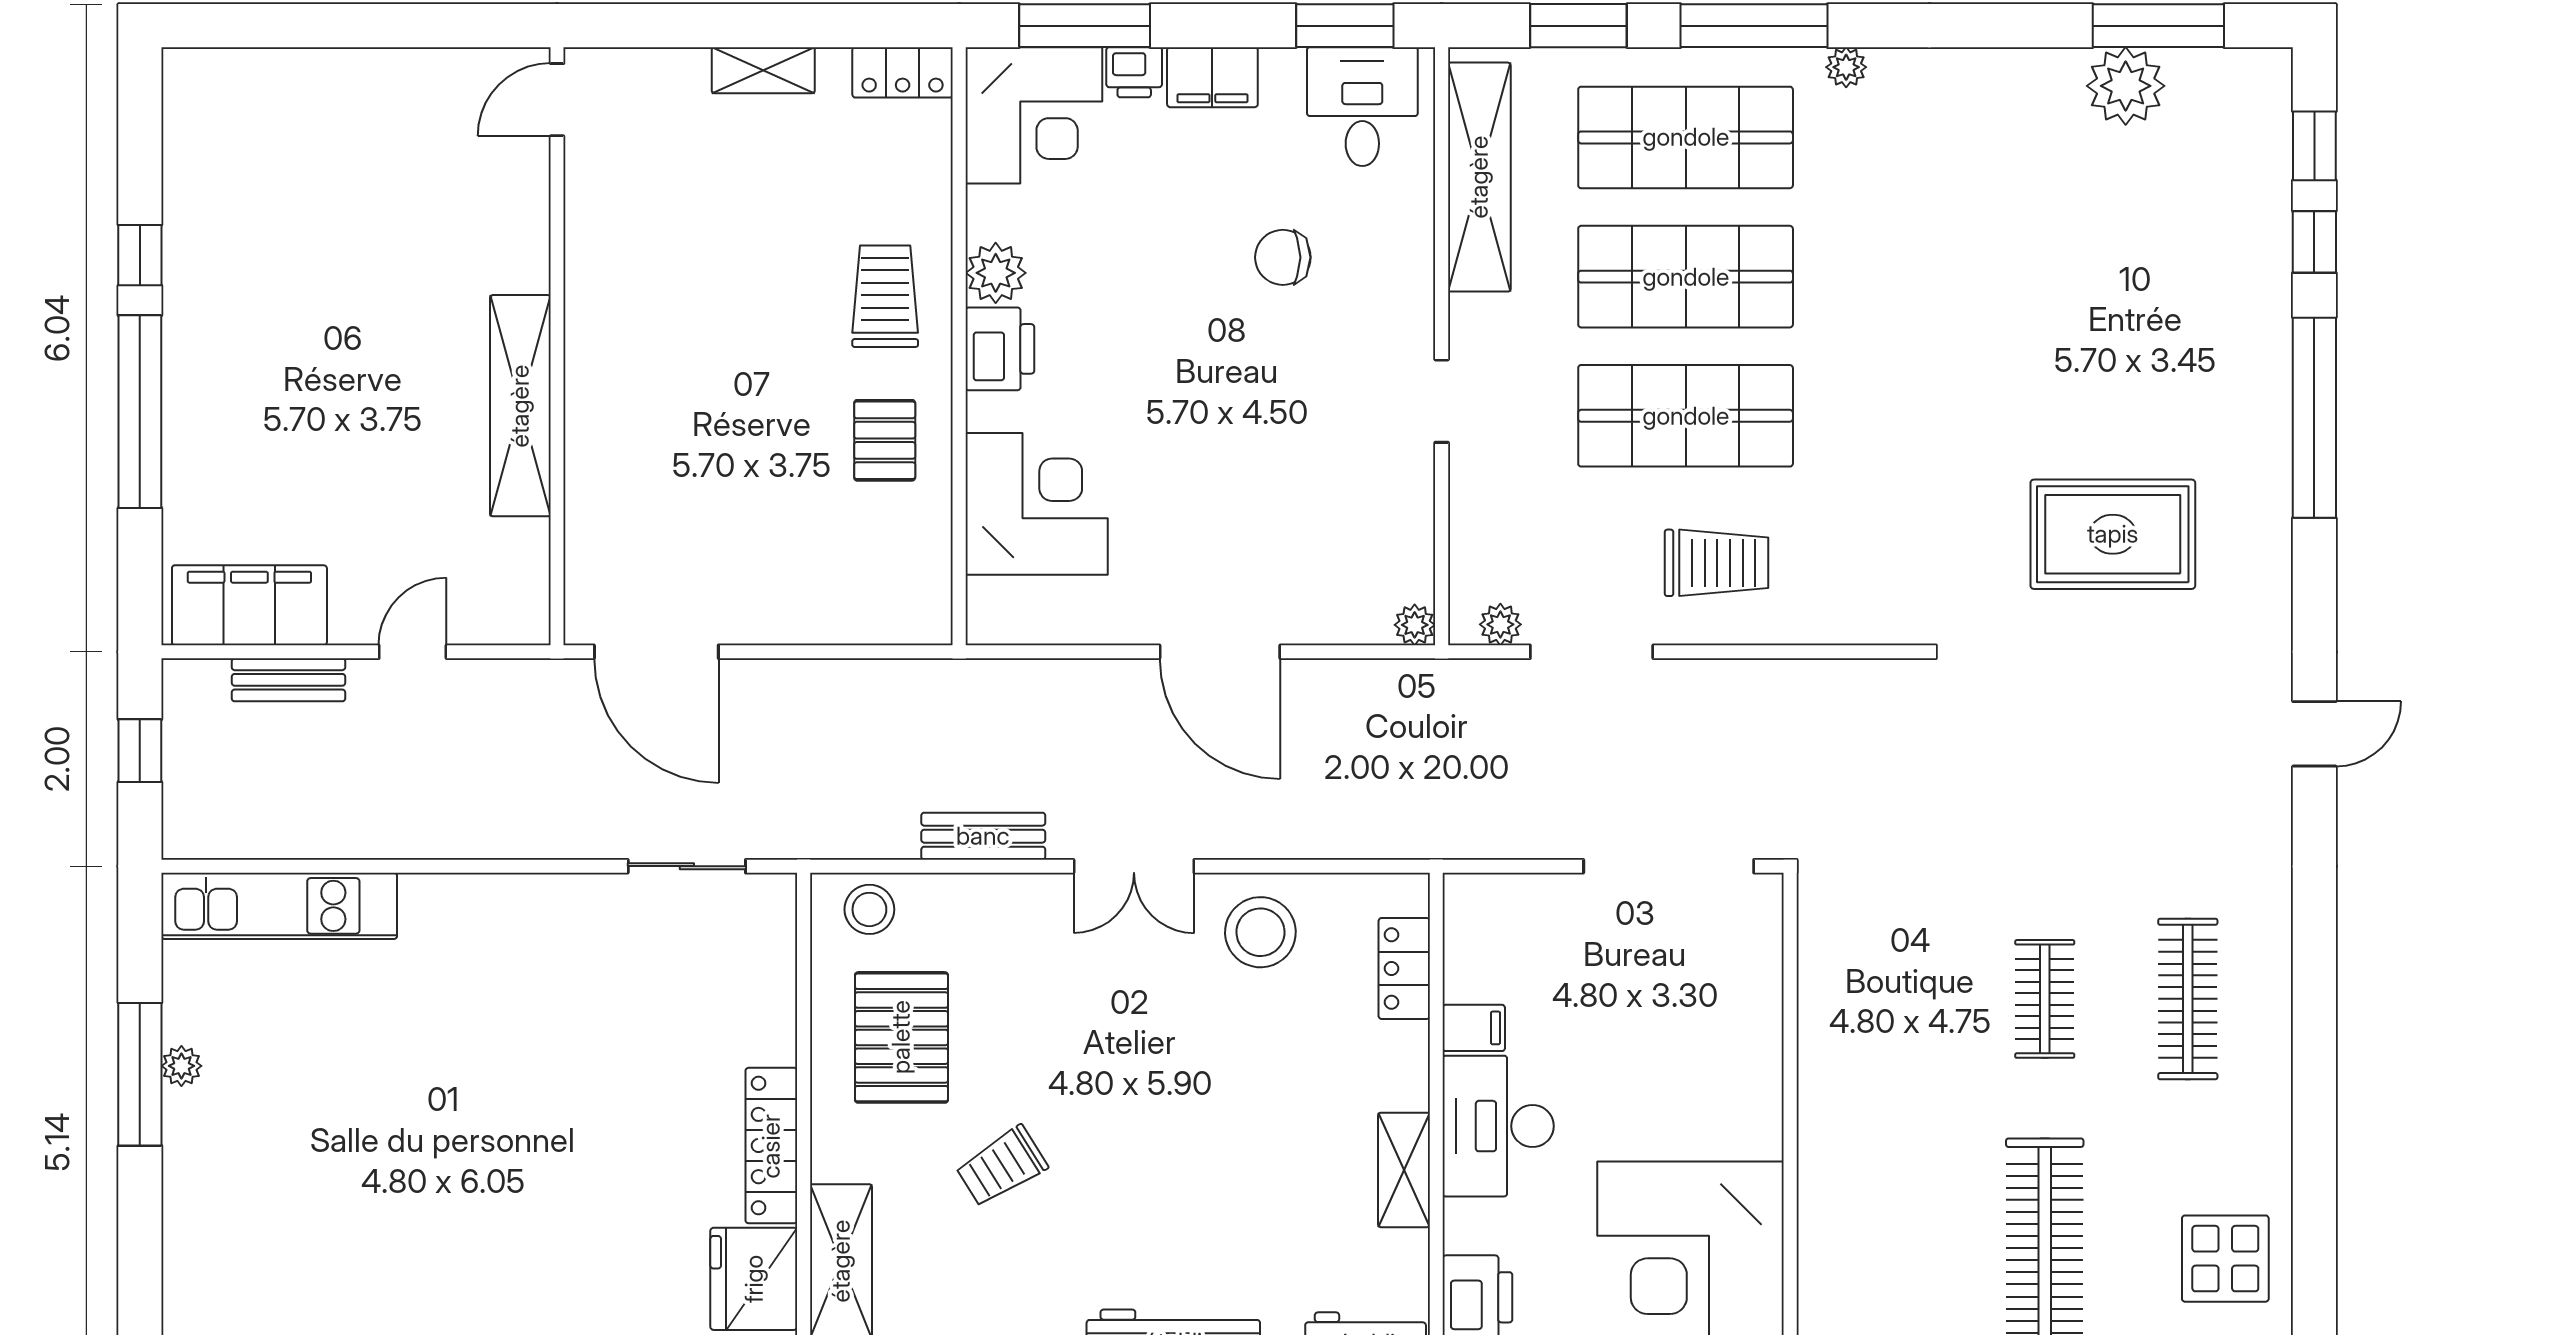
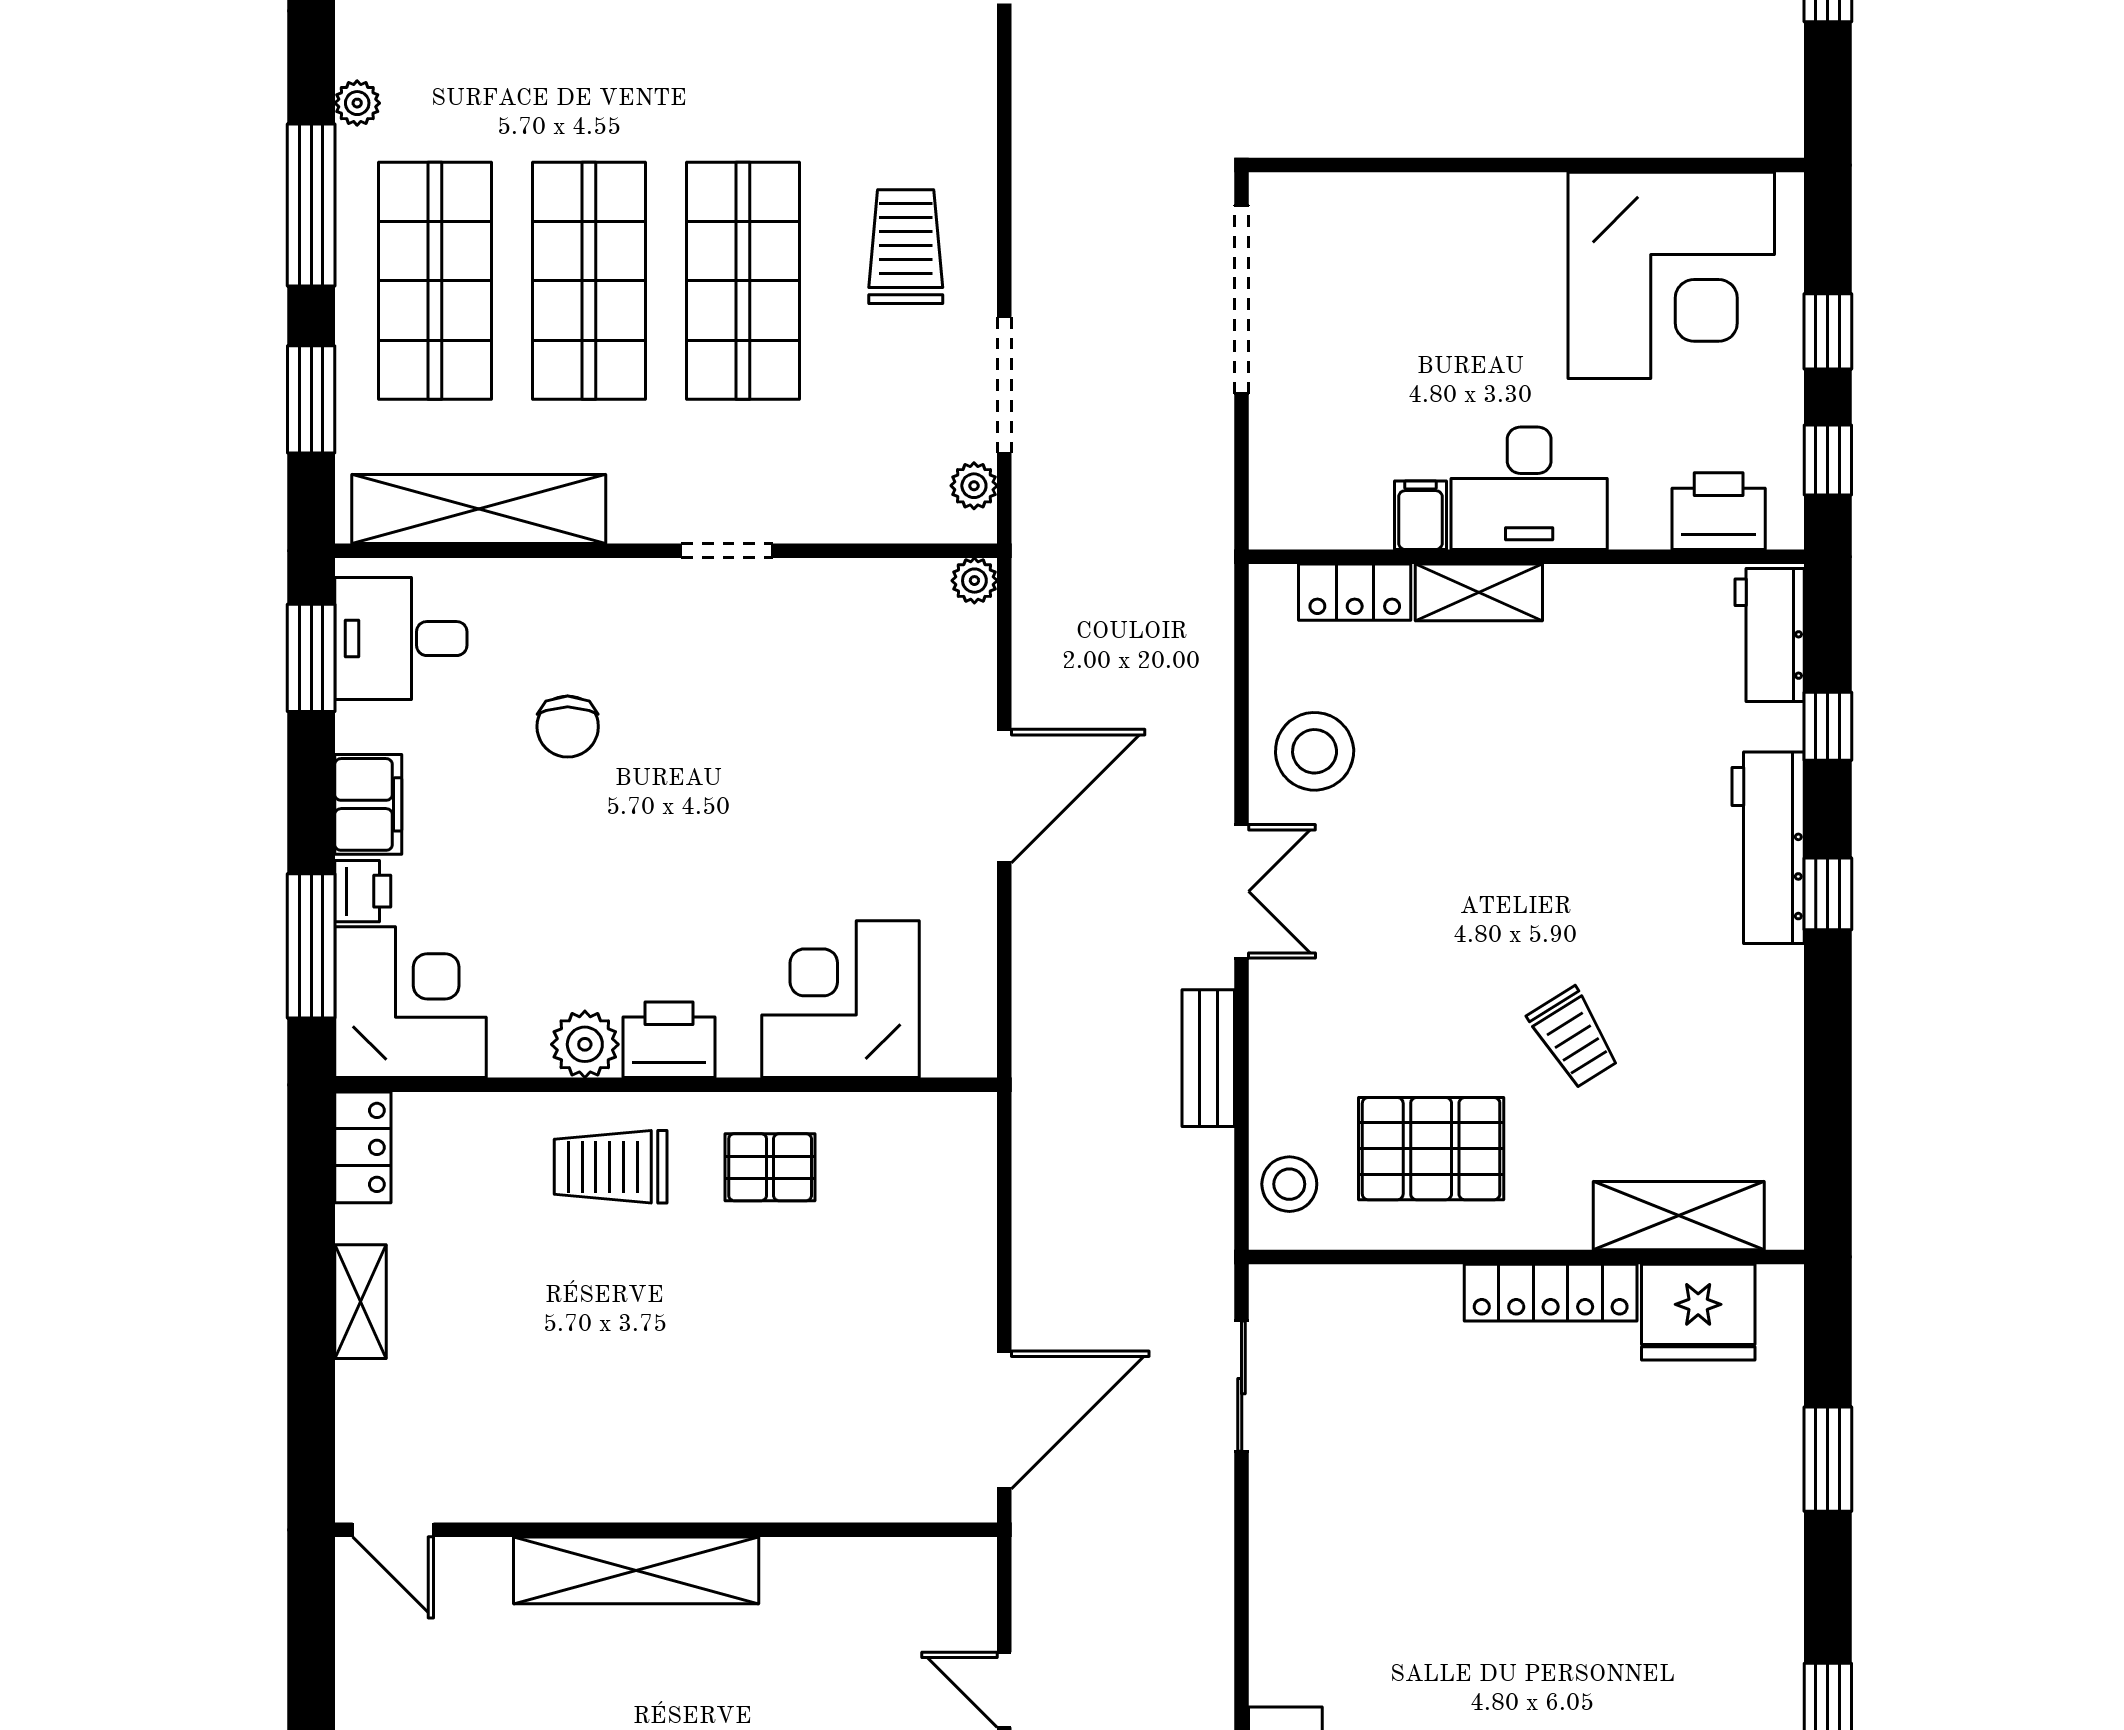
shelving: (520, 406) -> (636, 1570), moved
shelving: (1404, 1170) -> (1479, 592), moved

